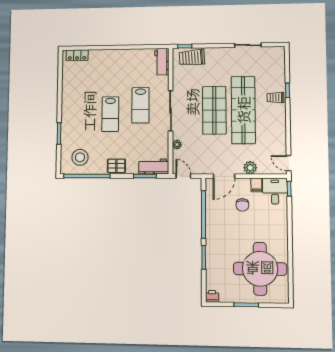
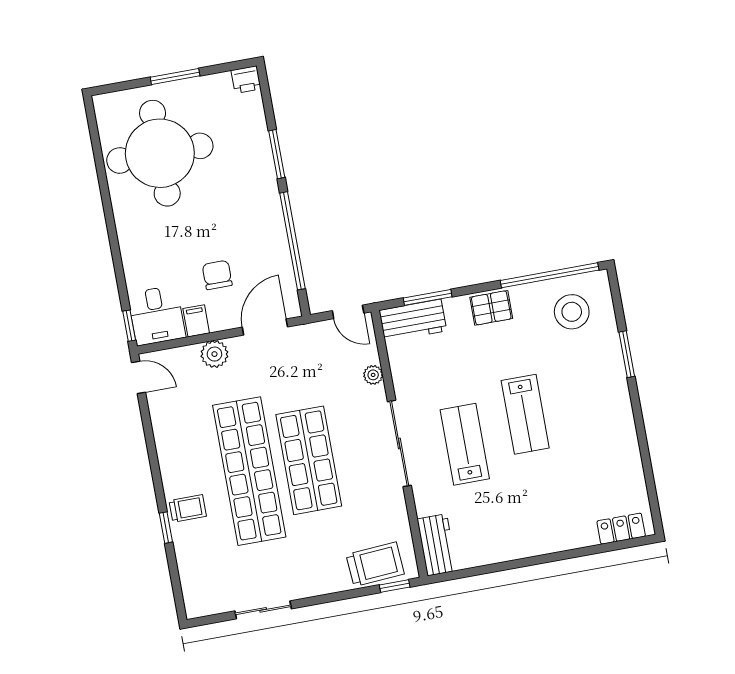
lab bench: (110, 114) -> (525, 414), turned 180

